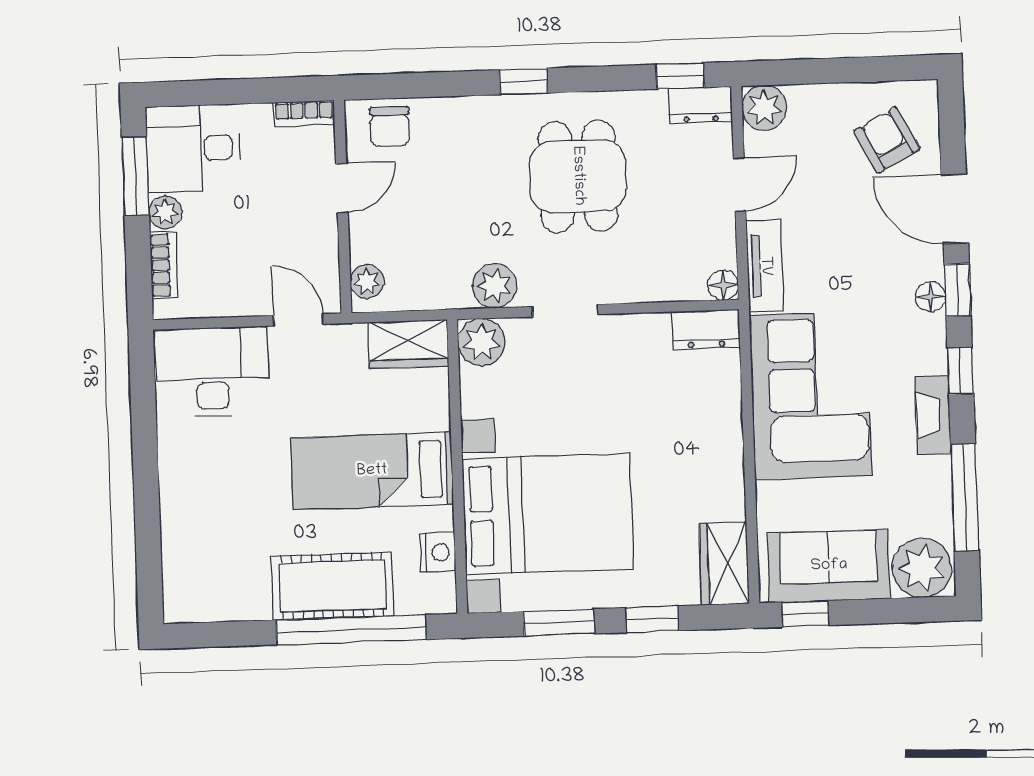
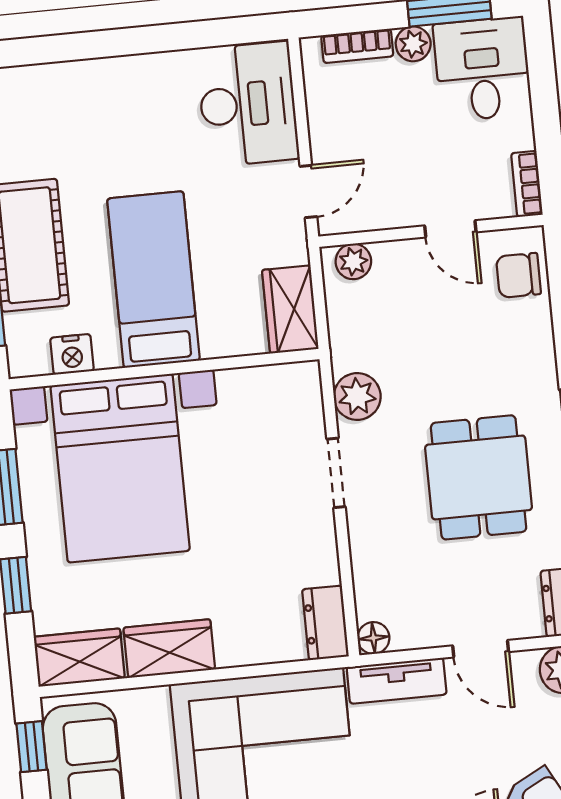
dining table: (578, 176) -> (479, 477), turned 90
plant: (481, 342) -> (297, 387), removed
wardrobe: (721, 478) -> (169, 649), added

